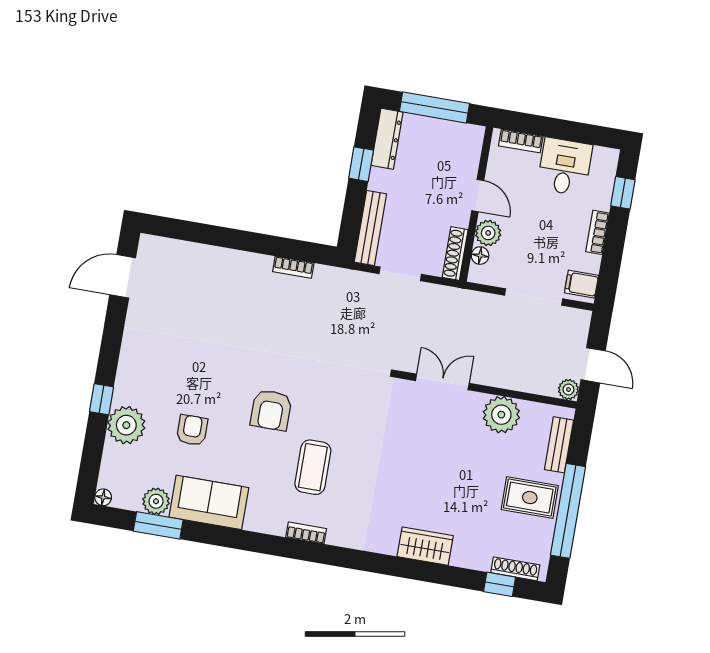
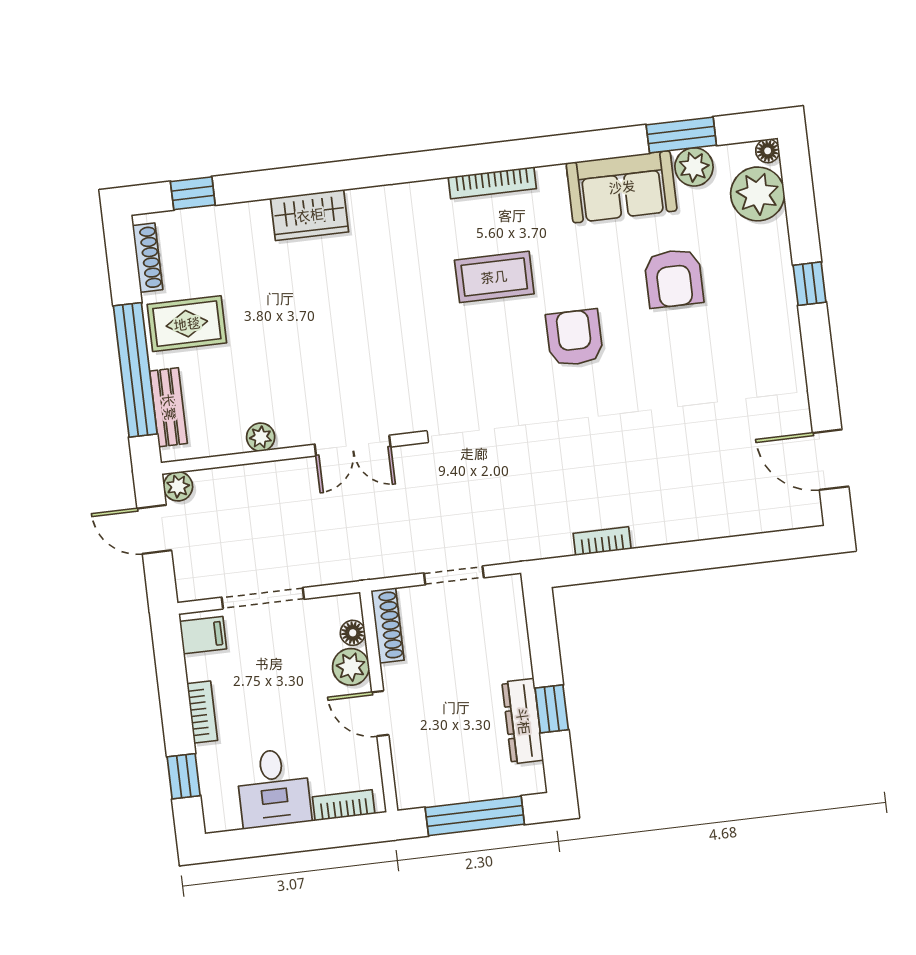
dresser: (387, 139) -> (523, 721), moved
bench: (370, 228) -> (513, 626), removed
door: (123, 276) -> (831, 460), swing flipped
plant: (501, 415) -> (261, 437), width x0.53, depth x0.53
plant: (126, 425) -> (758, 194), moved
armchair: (192, 430) -> (674, 278), width x1.38, depth x1.38
coffee table: (313, 467) -> (494, 277), turned 90
window: (568, 511) -> (135, 370), moved
bookcase: (306, 533) -> (492, 183), width x1.56
shoe rack: (515, 569) -> (148, 258), moved, turned -90

